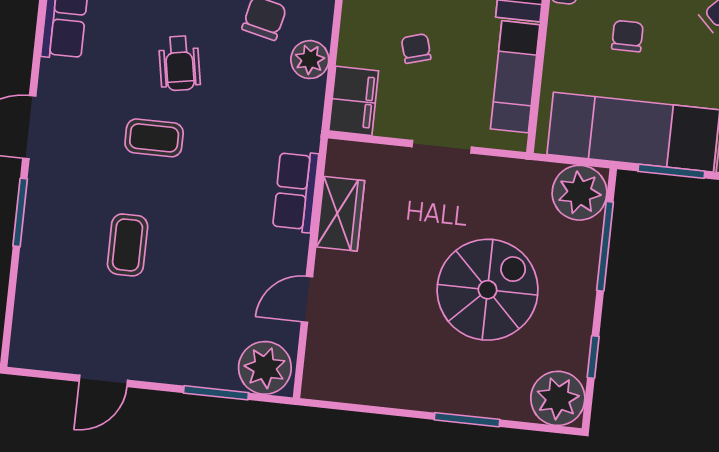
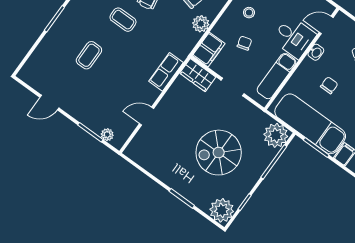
wardrobe: (340, 214) -> (198, 75), moved, turned 90
spiral stairs: (488, 290) -> (219, 153), turned 180
plant: (265, 368) -> (107, 135), width x0.53, depth x0.53

